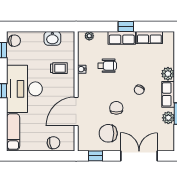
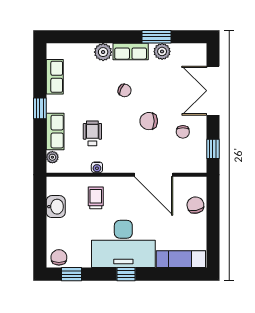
row of seats: (122, 38) -> (55, 132), moved
chair: (108, 133) -> (183, 132), width x0.54, depth x0.54

